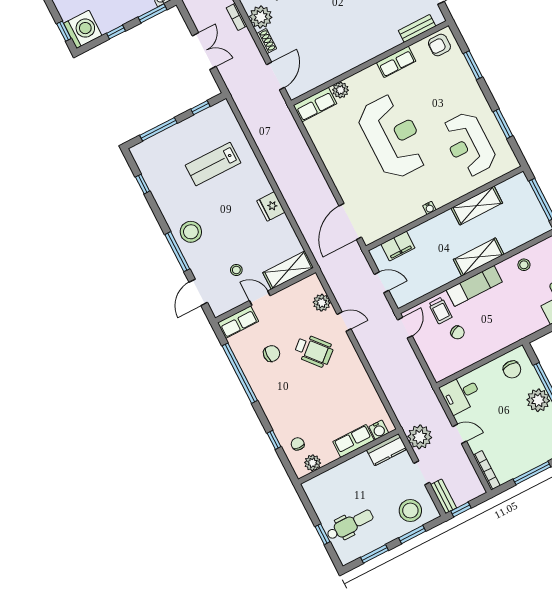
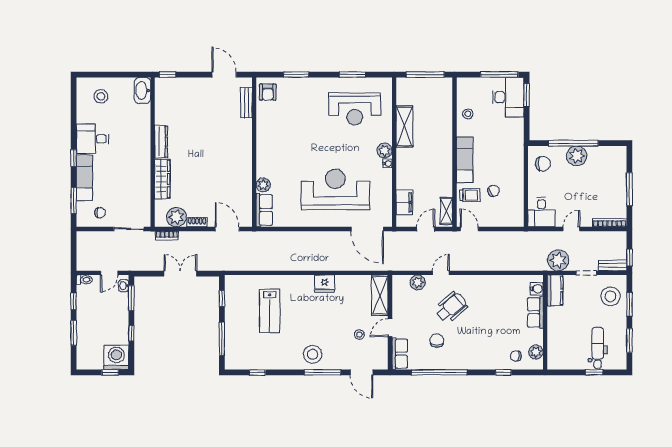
row of seats: (396, 62) -> (264, 132), removed
reception desk: (393, 136) -> (335, 189), moved
plant: (441, 198) -> (384, 150), added
shelving: (479, 257) -> (446, 211), moved, width x0.67, depth x0.75

